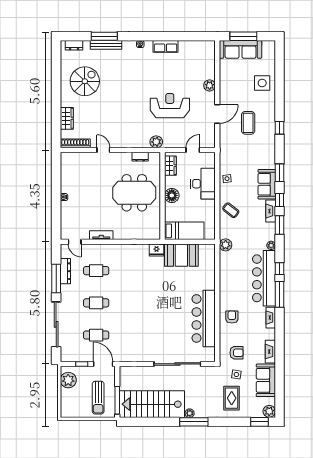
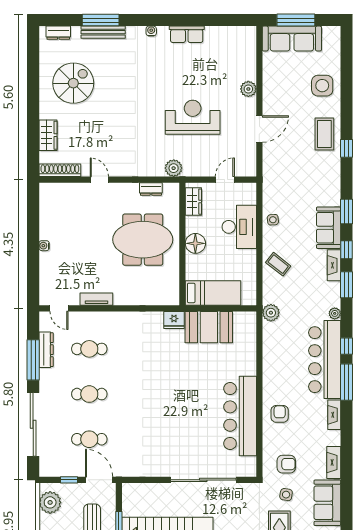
coffee table: (248, 123) -> (324, 134), moved

